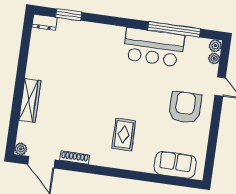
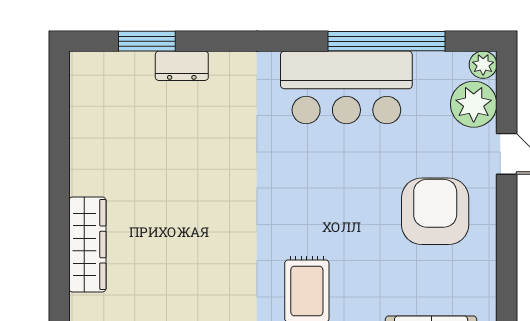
dresser: (44, 22) -> (182, 66), moved
plant: (214, 58) -> (474, 104), width x1.88, depth x1.88

